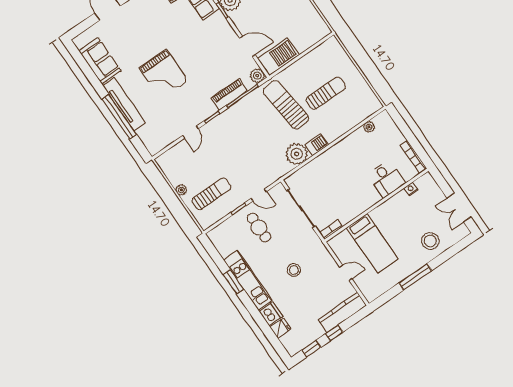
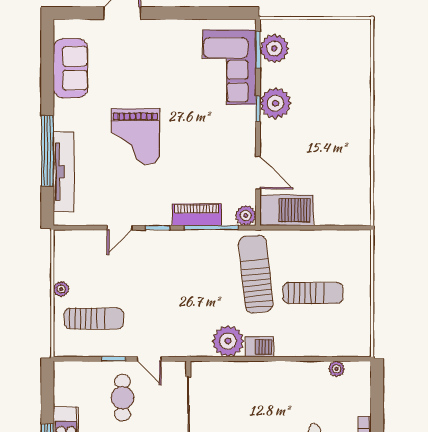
tv unit: (124, 104) -> (64, 172), moved

